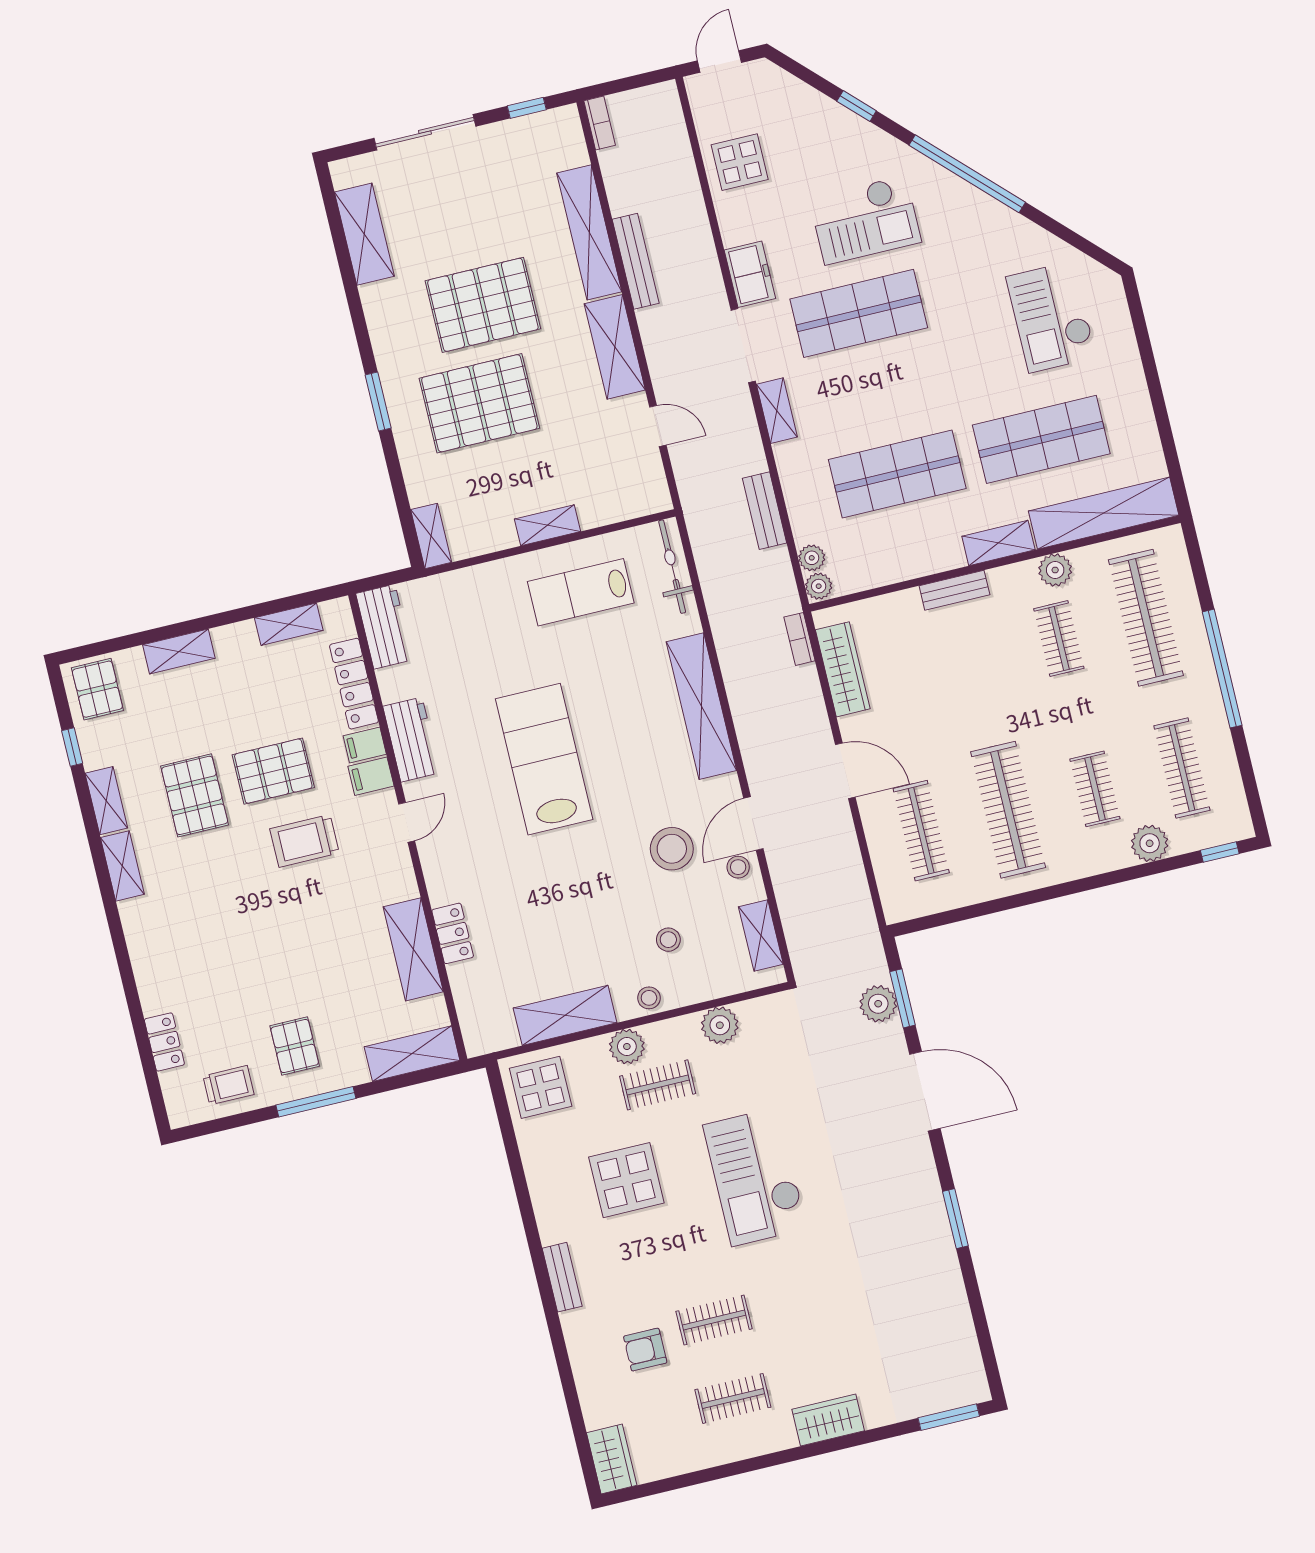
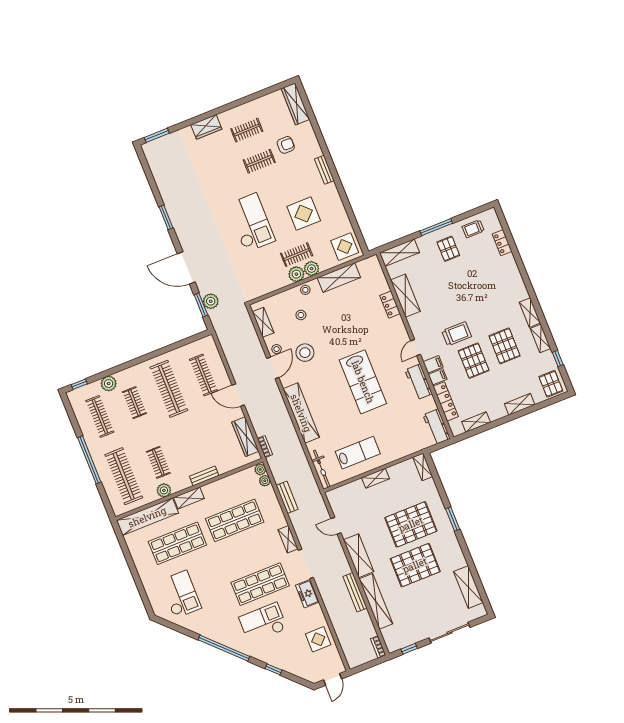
pallet: (273, 771) -> (474, 361), turned 90
plant: (720, 1025) -> (296, 274), moved
wardrobe: (612, 1459) -> (295, 104), width x1.50

